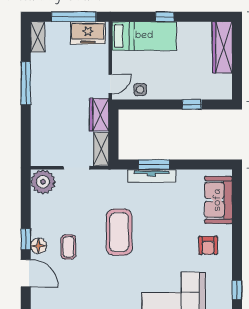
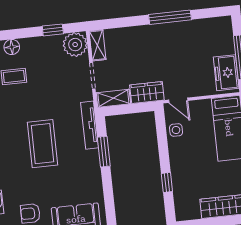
shelving: (38, 37) -> (97, 45), moved, turned 90
tv unit: (152, 176) -> (90, 125), moved
coffee table: (119, 232) -> (43, 144), moved, turned 90
window: (26, 239) -> (53, 30), moved

